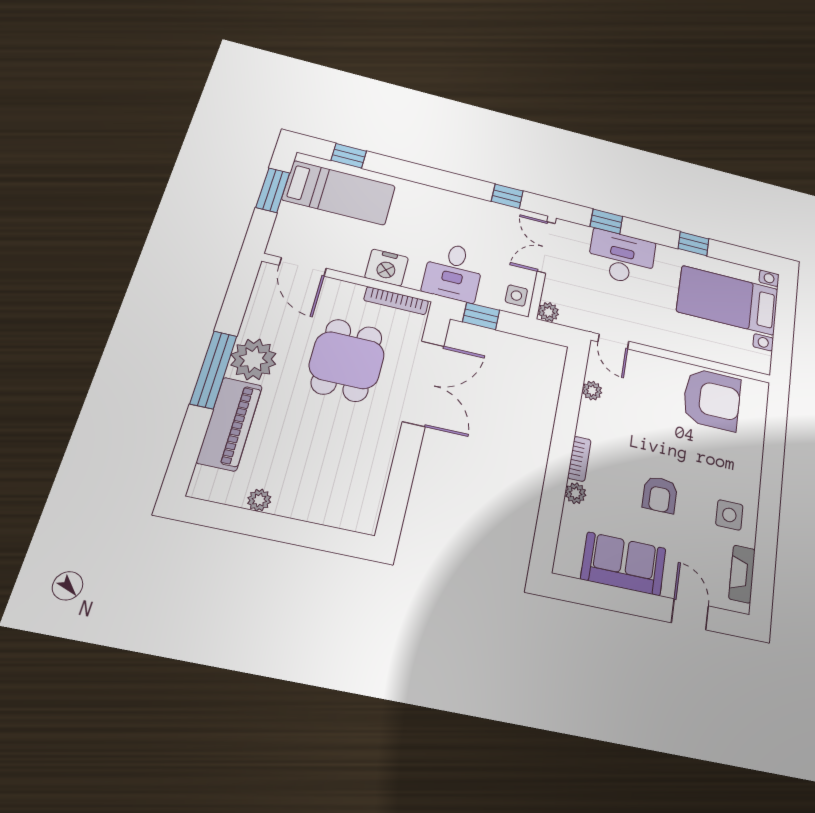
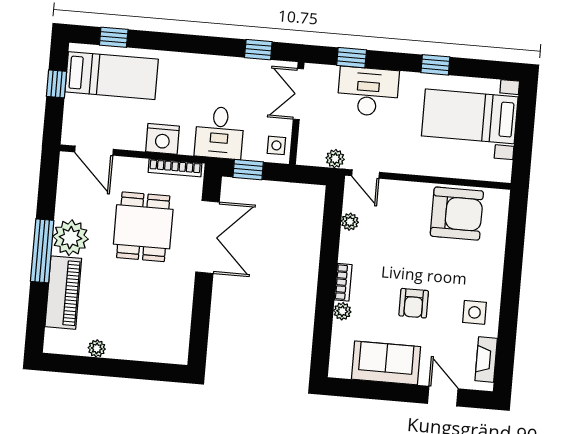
window: (273, 190) -> (56, 84), width x0.67
plant: (548, 312) -> (335, 159), moved

